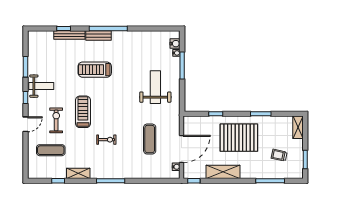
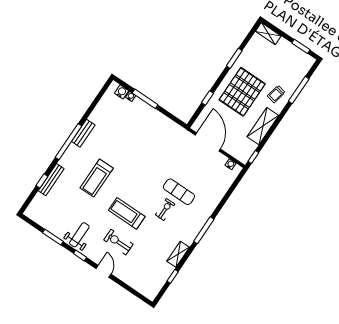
bench: (98, 36) -> (83, 133), moved
weight bench: (155, 87) -> (148, 135), removed
exercise mat: (150, 139) -> (179, 192), moved
door: (182, 149) -> (208, 142), moved
exercise mat: (51, 150) -> (141, 265), removed
trolley: (279, 155) -> (276, 94), moved

